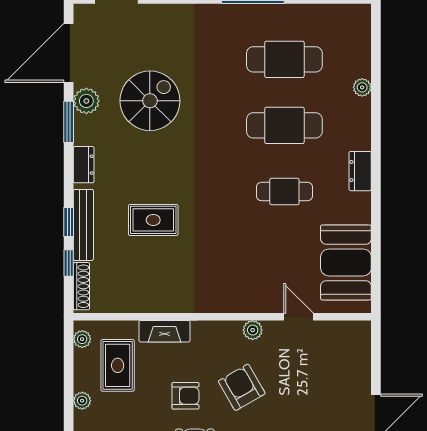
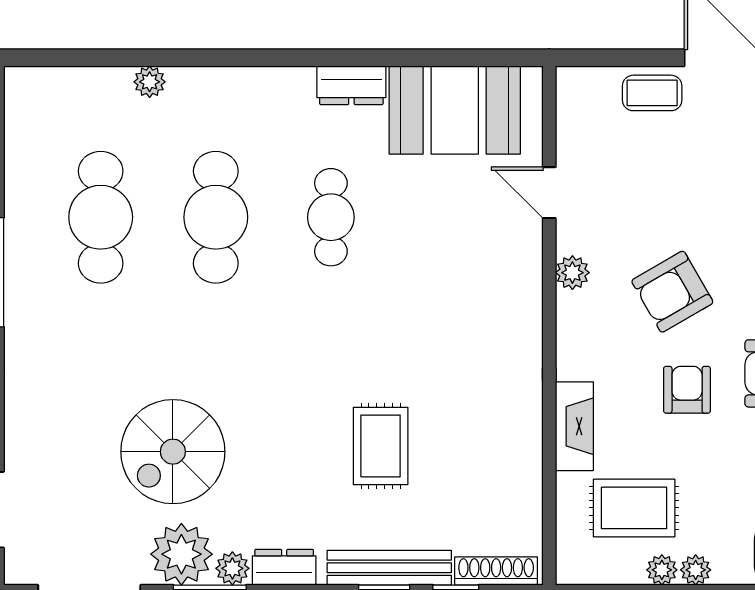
plant: (86, 101) -> (181, 554), width x1.36, depth x1.36
spiral stairs: (150, 101) -> (173, 452), turned -90
plant: (83, 135) -> (232, 568), added
dresser: (360, 171) -> (351, 85), moved
door: (299, 317) -> (549, 193), hinge flipped
plant: (82, 339) -> (662, 570), moved
coffee table: (356, 376) -> (652, 93), added

